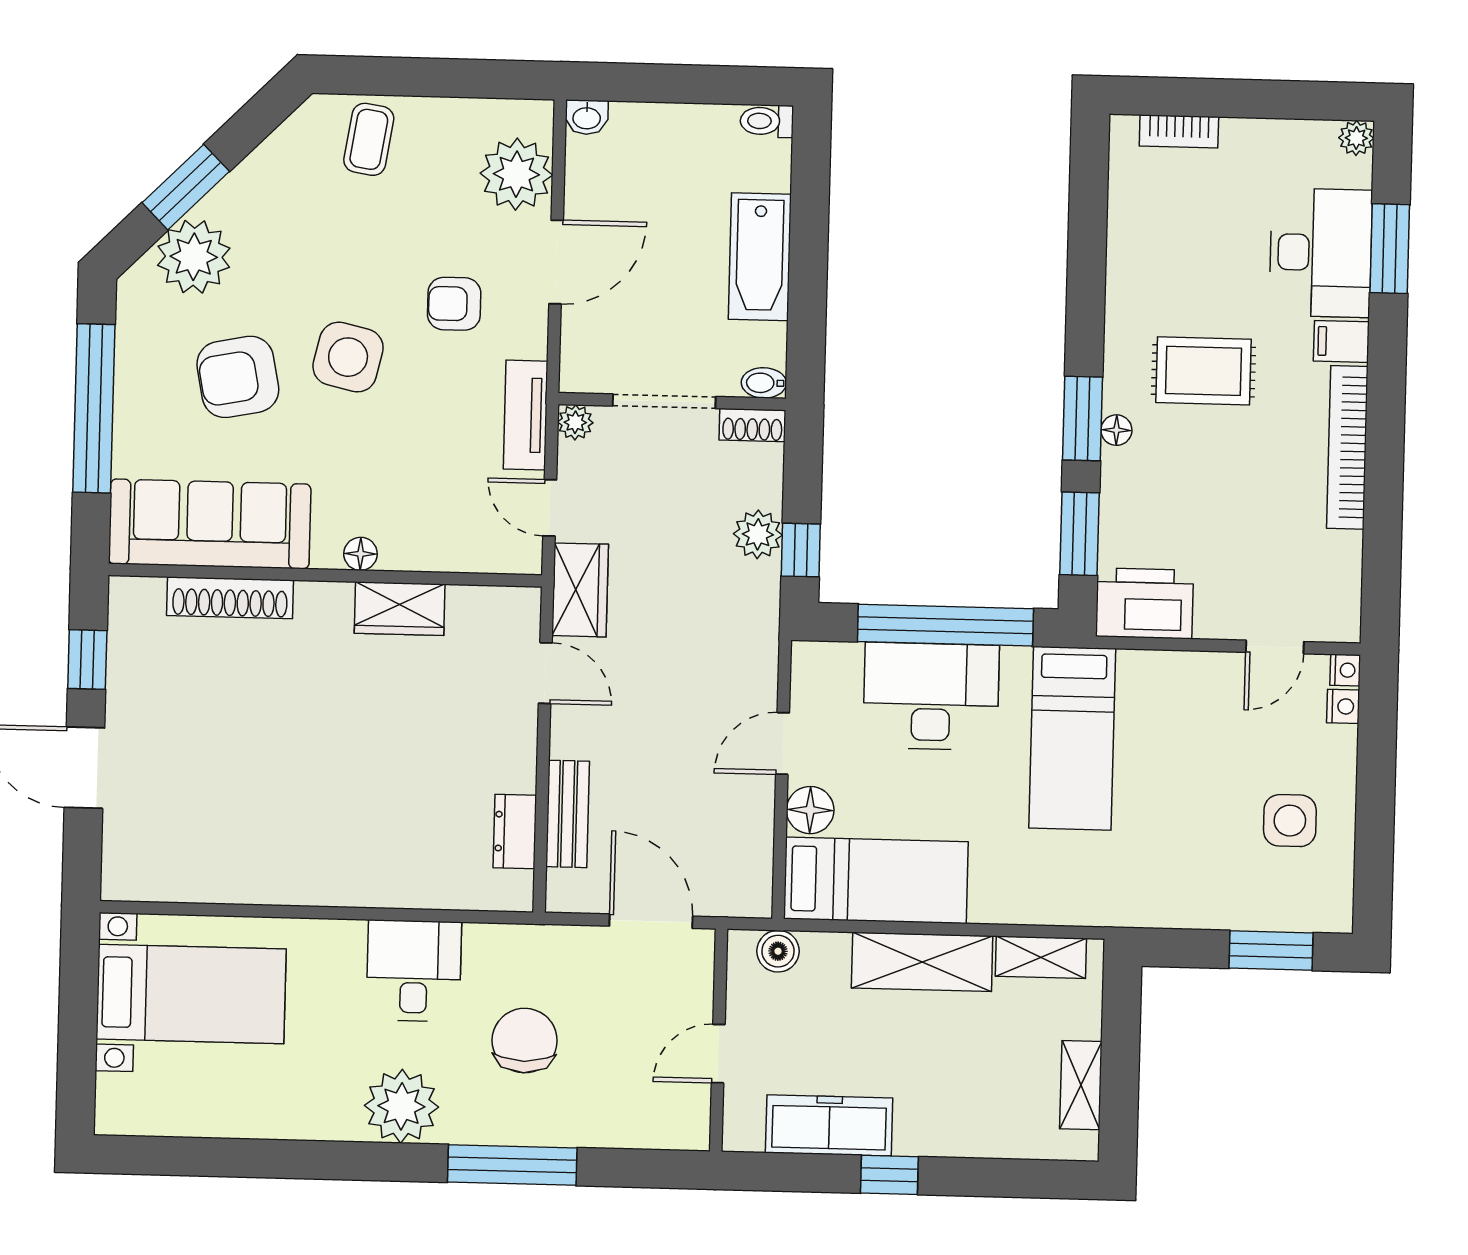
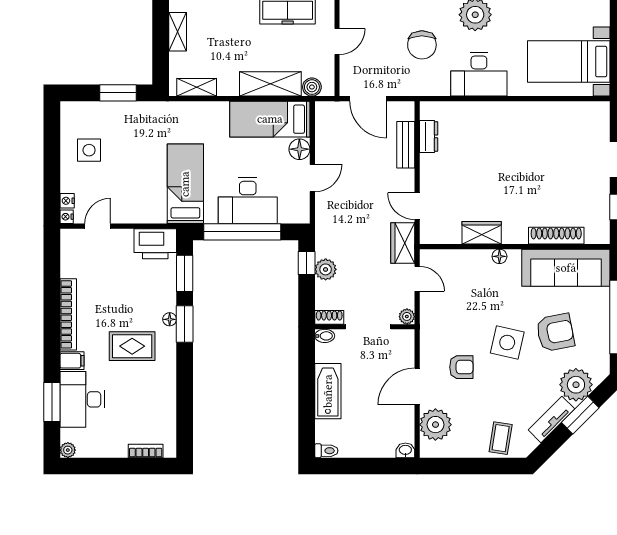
tv unit: (526, 415) -> (551, 419), moved, turned -135
window: (1271, 951) -> (118, 93), moved
shelving: (922, 962) -> (270, 84), moved
desk: (414, 971) -> (479, 74), width x1.37

